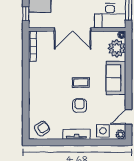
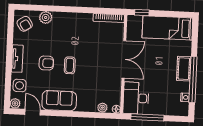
double door: (73, 29) -> (124, 59), swing flipped
plant: (117, 48) -> (102, 108), width x0.53, depth x0.53
sofa: (116, 78) -> (59, 101), moved
plant: (35, 108) -> (46, 17), added

